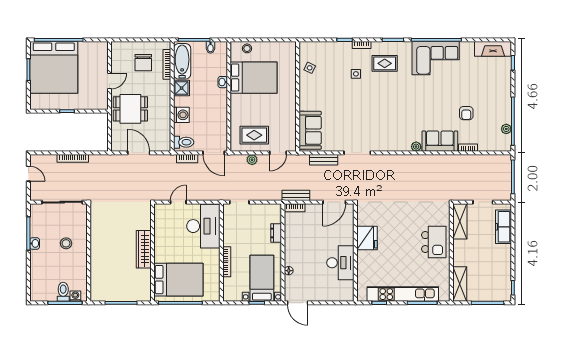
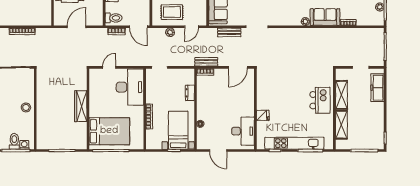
door: (139, 153) -> (77, 27), hinge flipped
shelving: (460, 221) -> (342, 95), moved
fridge: (367, 238) -> (263, 115), moved, width x0.53, depth x0.75
stool: (66, 243) -> (26, 107), moved
desk: (340, 263) -> (243, 131), moved
shelving: (460, 284) -> (341, 125), moved
door: (298, 303) -> (218, 151), moved

